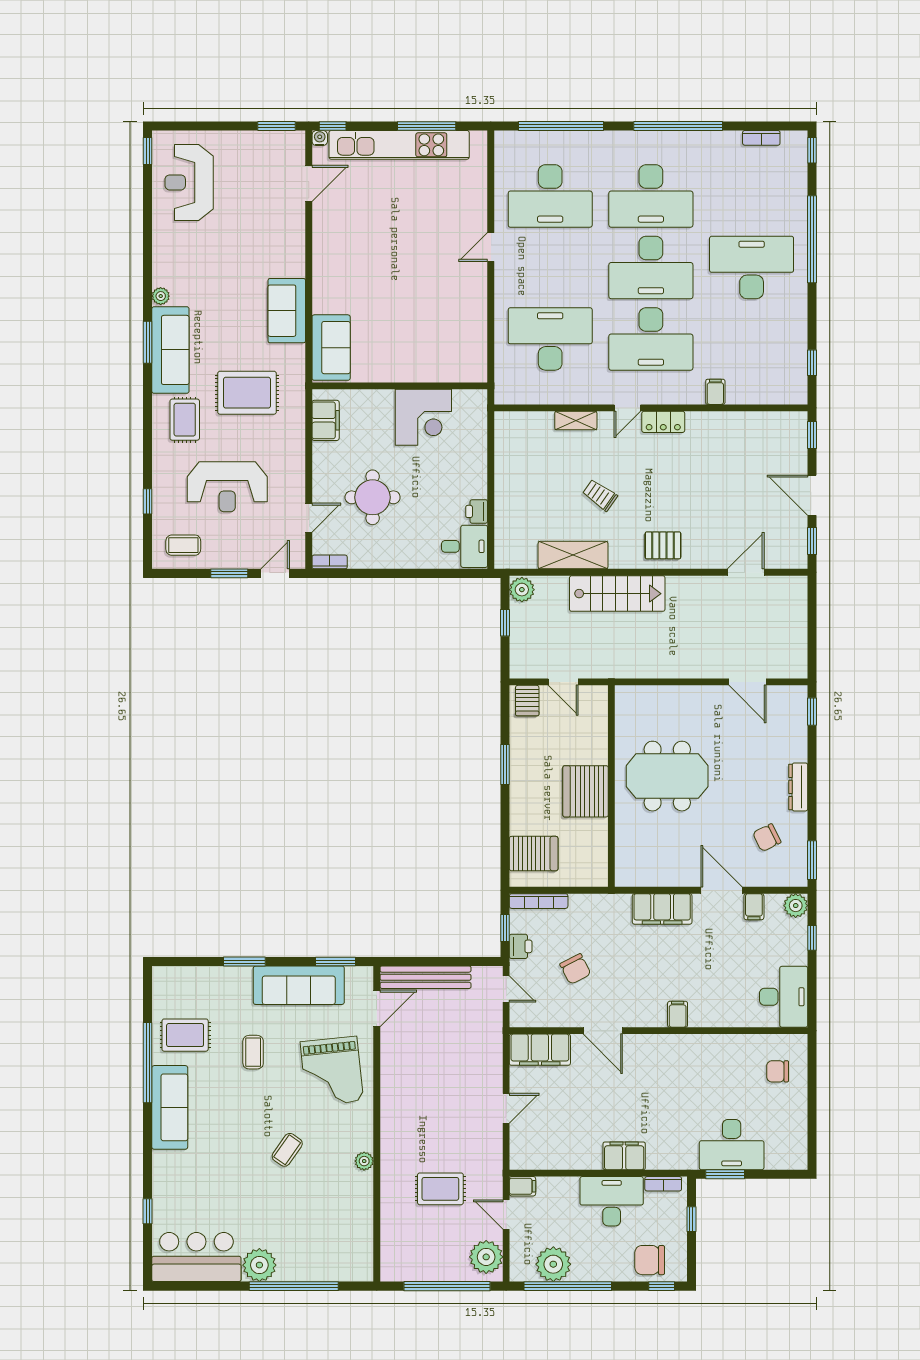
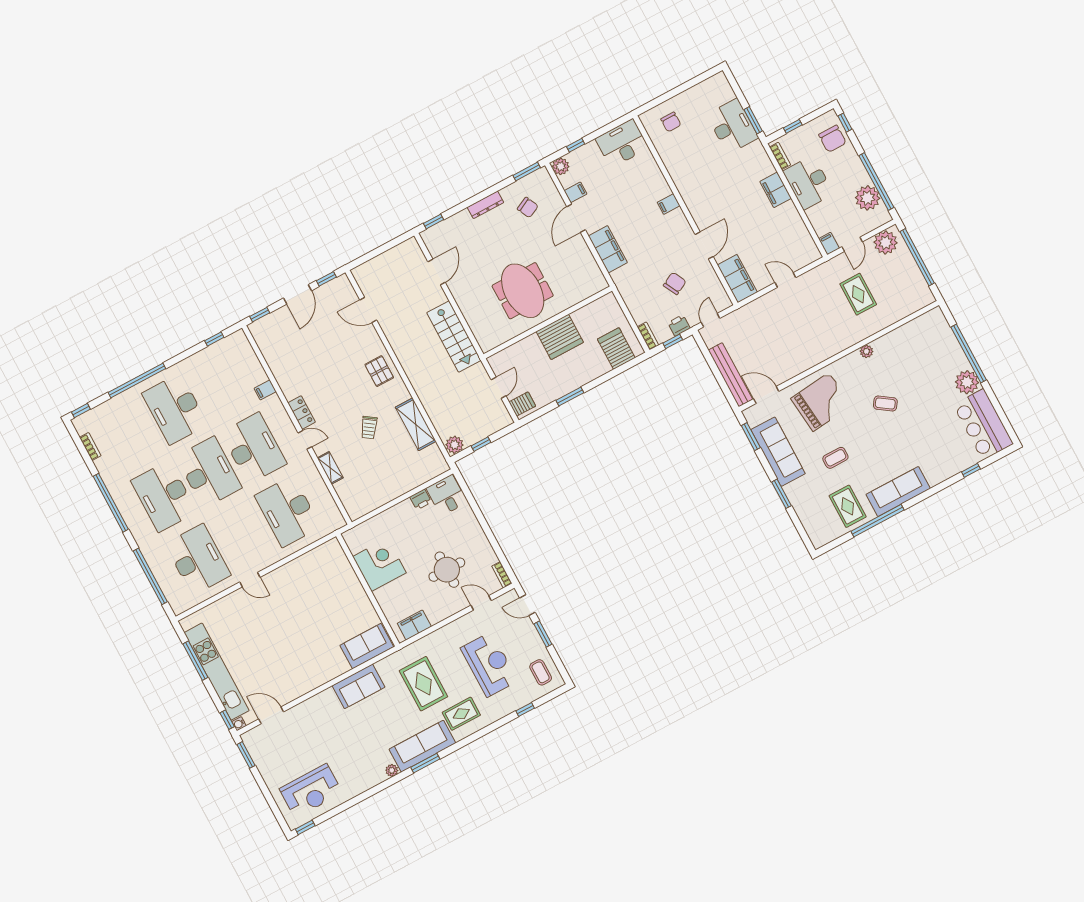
desk: (651, 196) -> (164, 496), turned 180
stairs: (617, 594) -> (454, 337), moved, turned 180
bookcase: (539, 901) -> (648, 336), width x0.64

